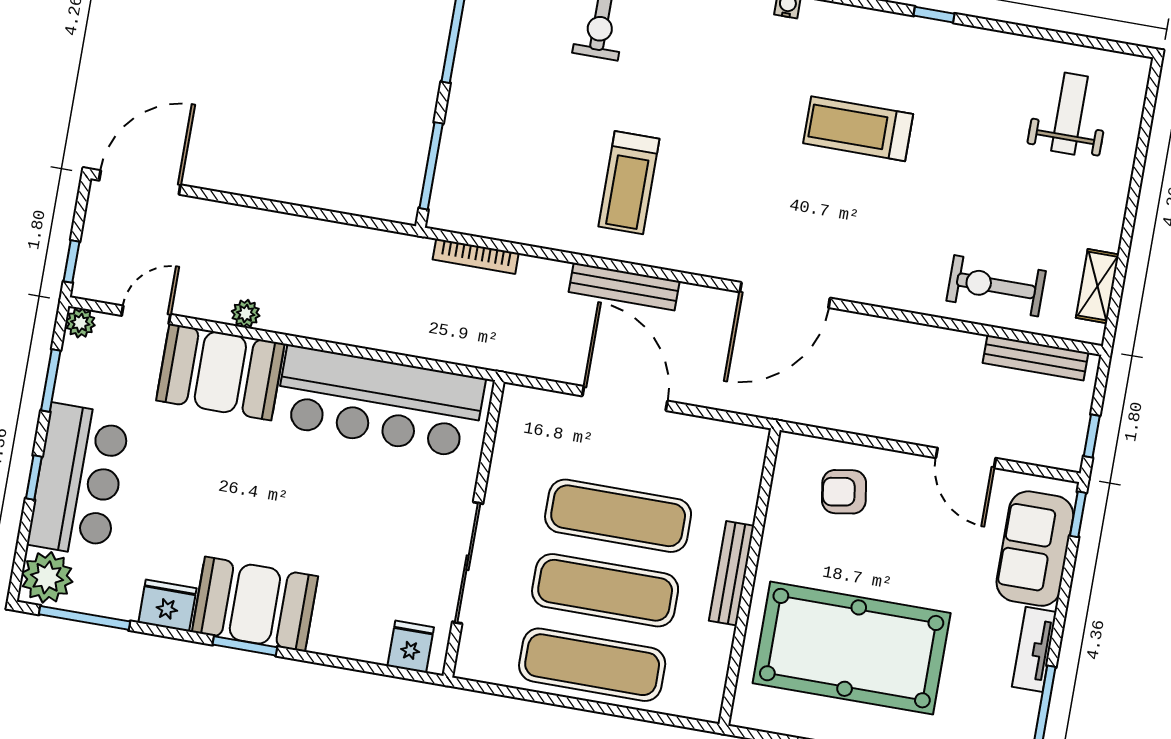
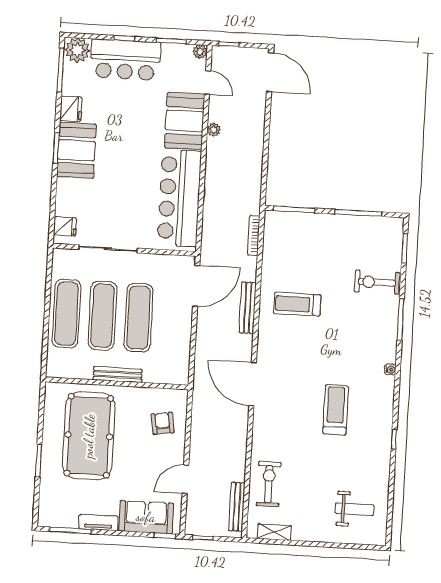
door: (625, 398) -> (196, 286), moved

